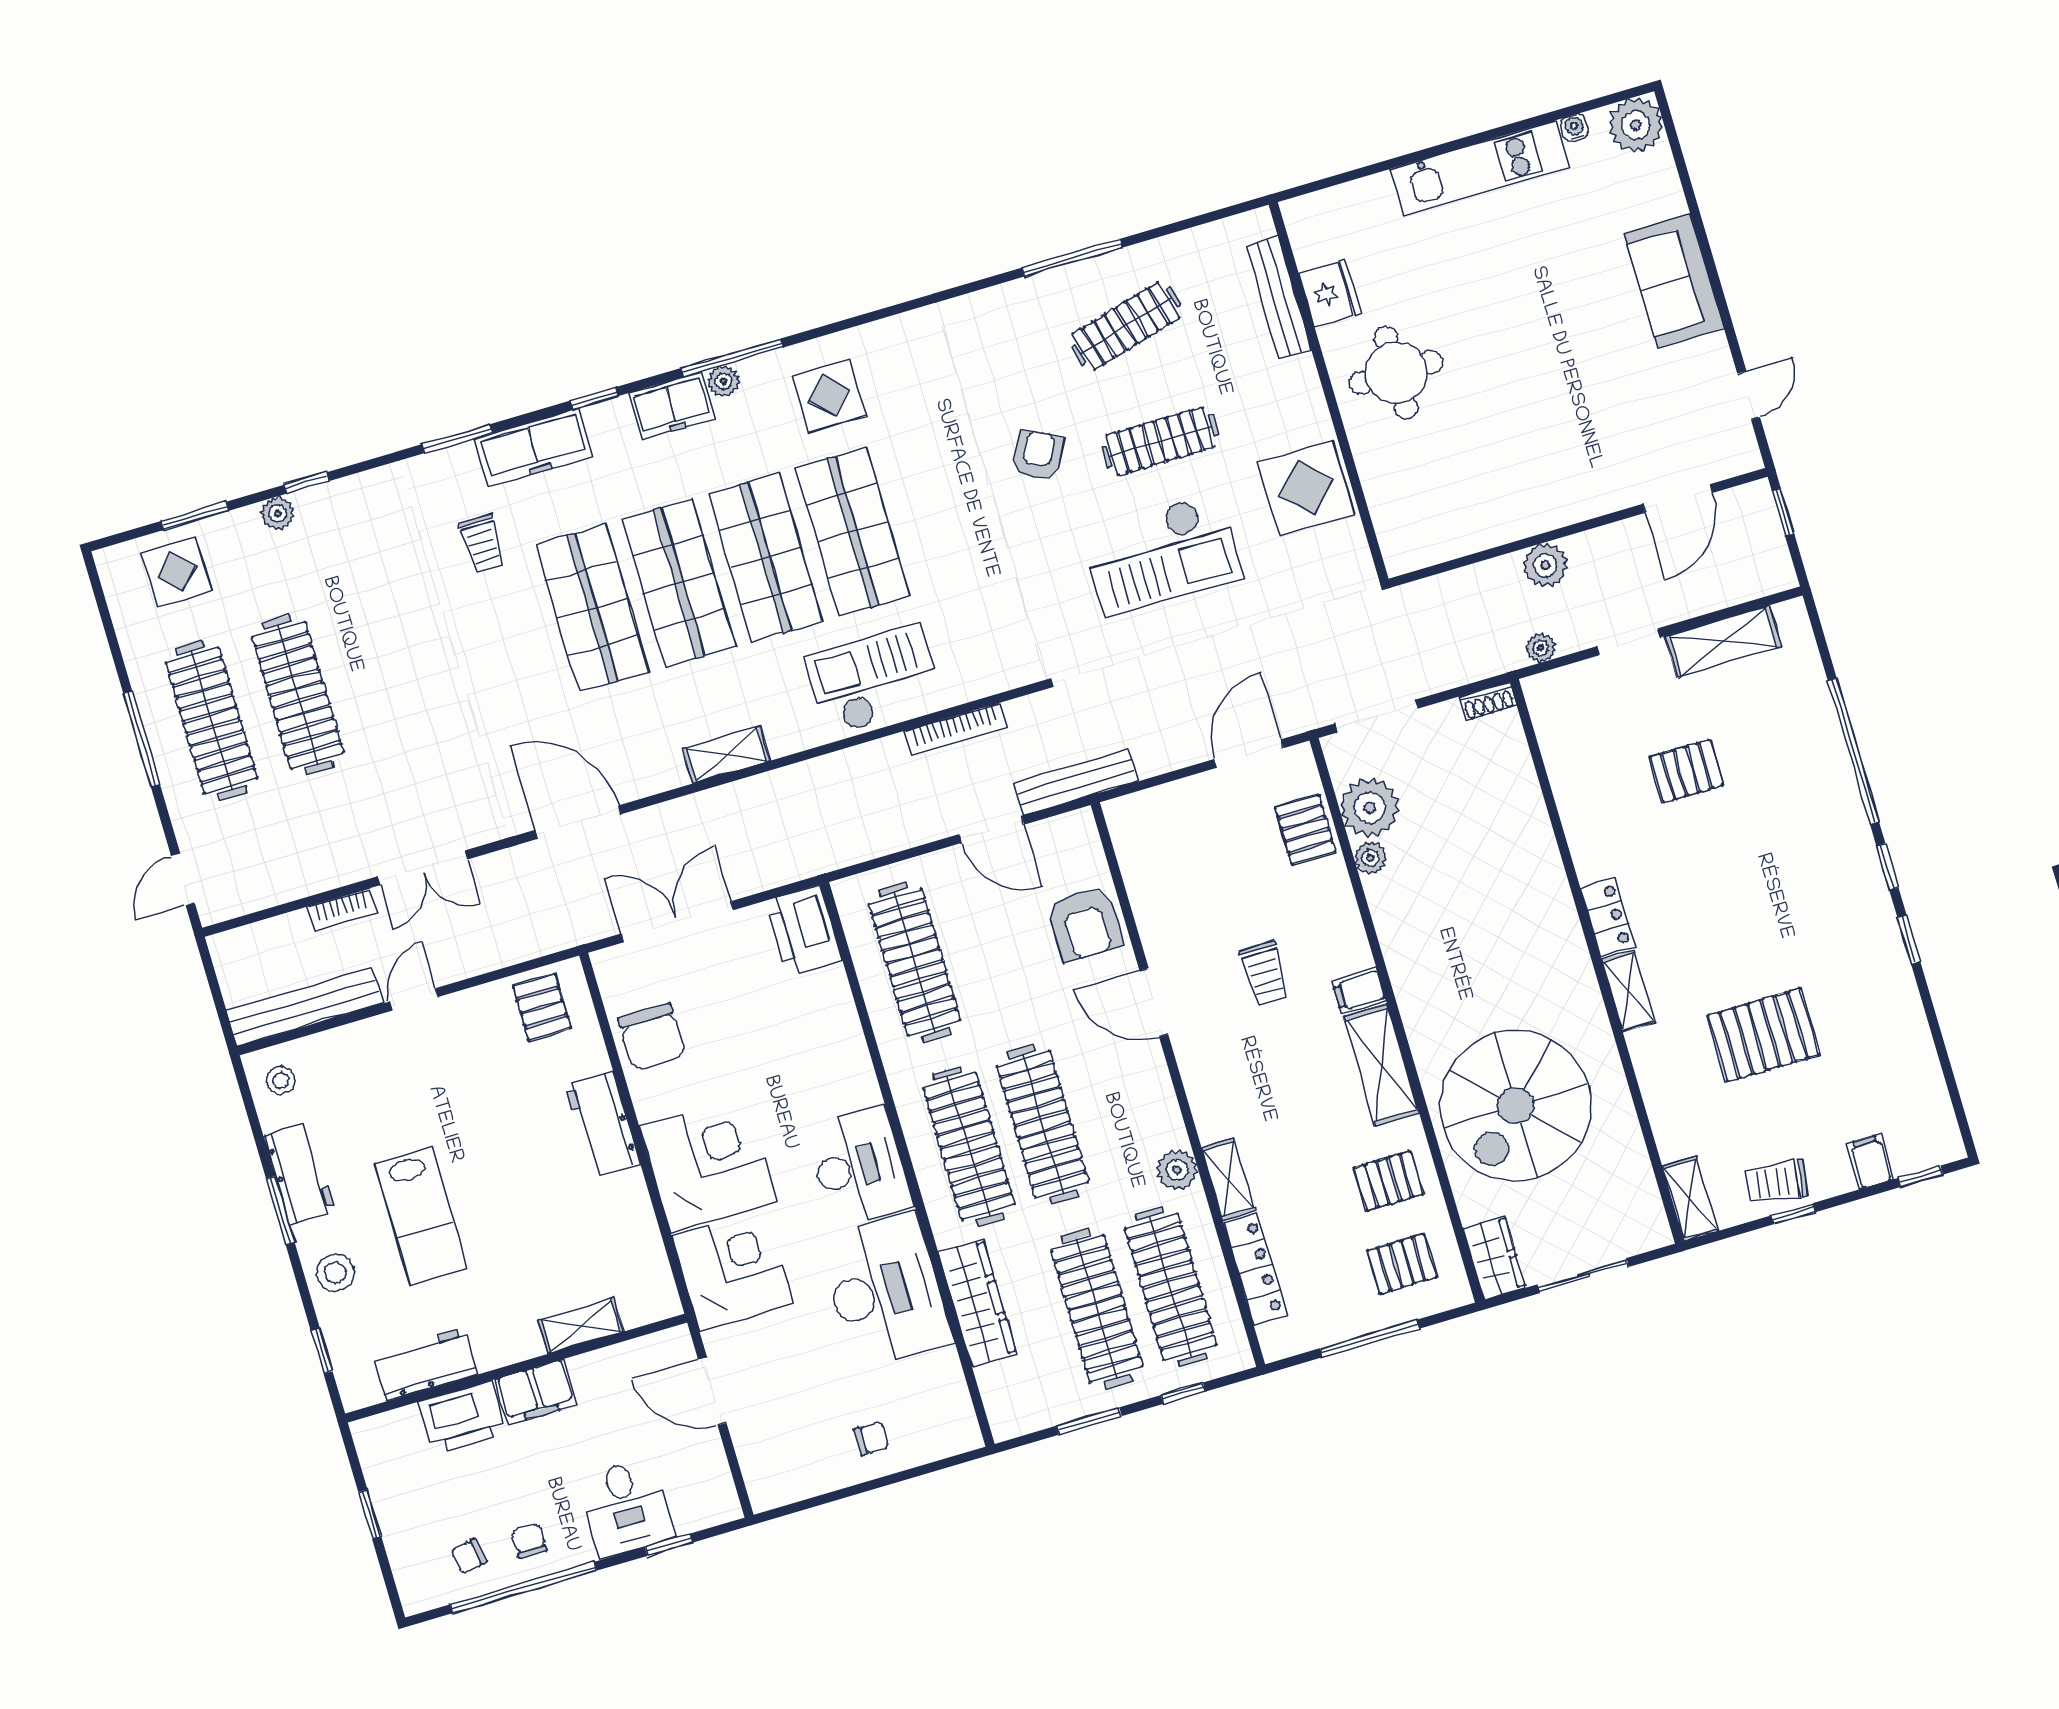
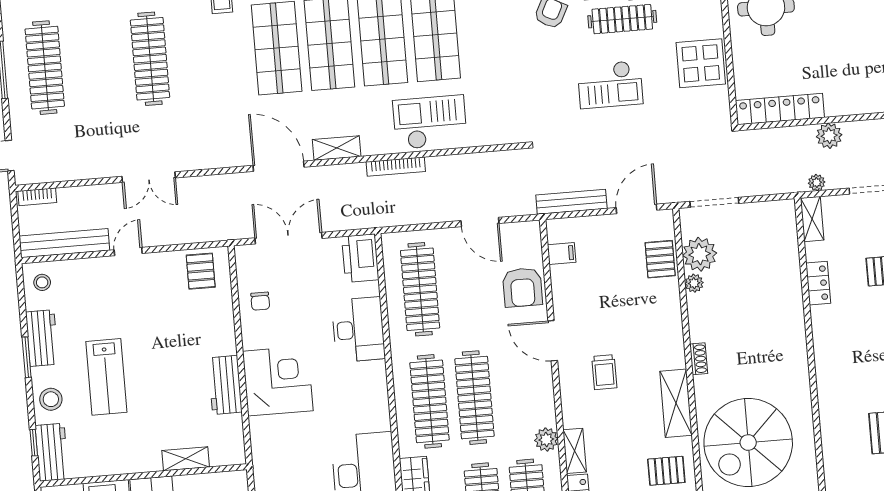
locker: (1454, 537) -> (780, 109), added
checkout: (1162, 555) -> (610, 84), width x0.73, depth x0.83
clothes rail: (298, 695) -> (150, 59), moved
shoe rack: (1488, 702) -> (699, 359), moved, turned -90
bookcase: (956, 729) -> (396, 167), moved
bench: (1076, 782) -> (571, 202), moved
door: (578, 822) -> (279, 166), moved
bookcase: (342, 910) -> (37, 197), moved
locker: (1608, 917) -> (818, 283), moved
trolley: (1265, 973) -> (604, 372), moved
filing cabinet: (1359, 991) -> (562, 253), moved, turned 180
shelving: (1628, 991) -> (812, 219), moved
chair: (652, 1037) -> (260, 301), width x0.54, depth x0.54
workbench: (603, 1124) -> (225, 385), moved
desk: (859, 1167) -> (358, 330), moved
corner desk: (733, 1270) -> (279, 444), removed
workbench: (425, 1364) -> (52, 452), moved, turned 90

